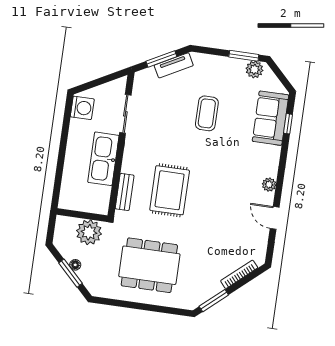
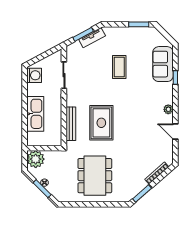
plant: (254, 69) -> (147, 33), removed
window: (288, 124) -> (175, 78), moved
kitchen sink: (103, 159) -> (35, 114), moved, turned 180
bench: (125, 192) -> (71, 124), width x1.36
plant: (89, 232) -> (36, 159), moved
dining table: (149, 265) -> (95, 176), turned 90

